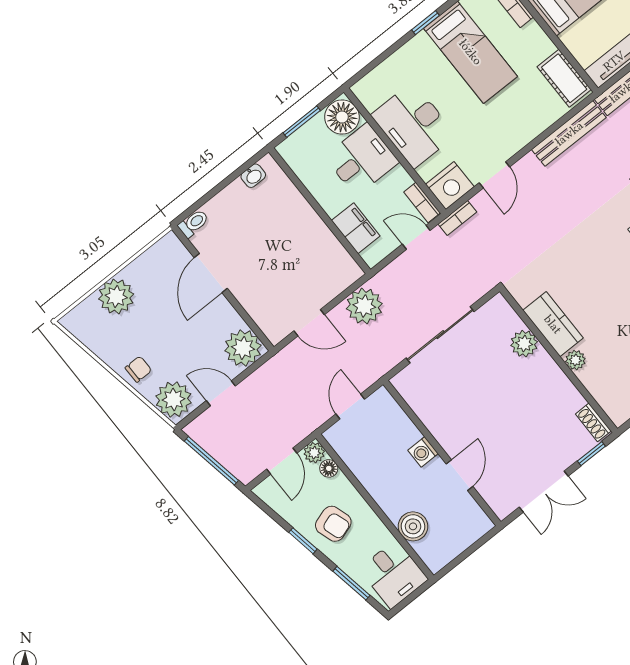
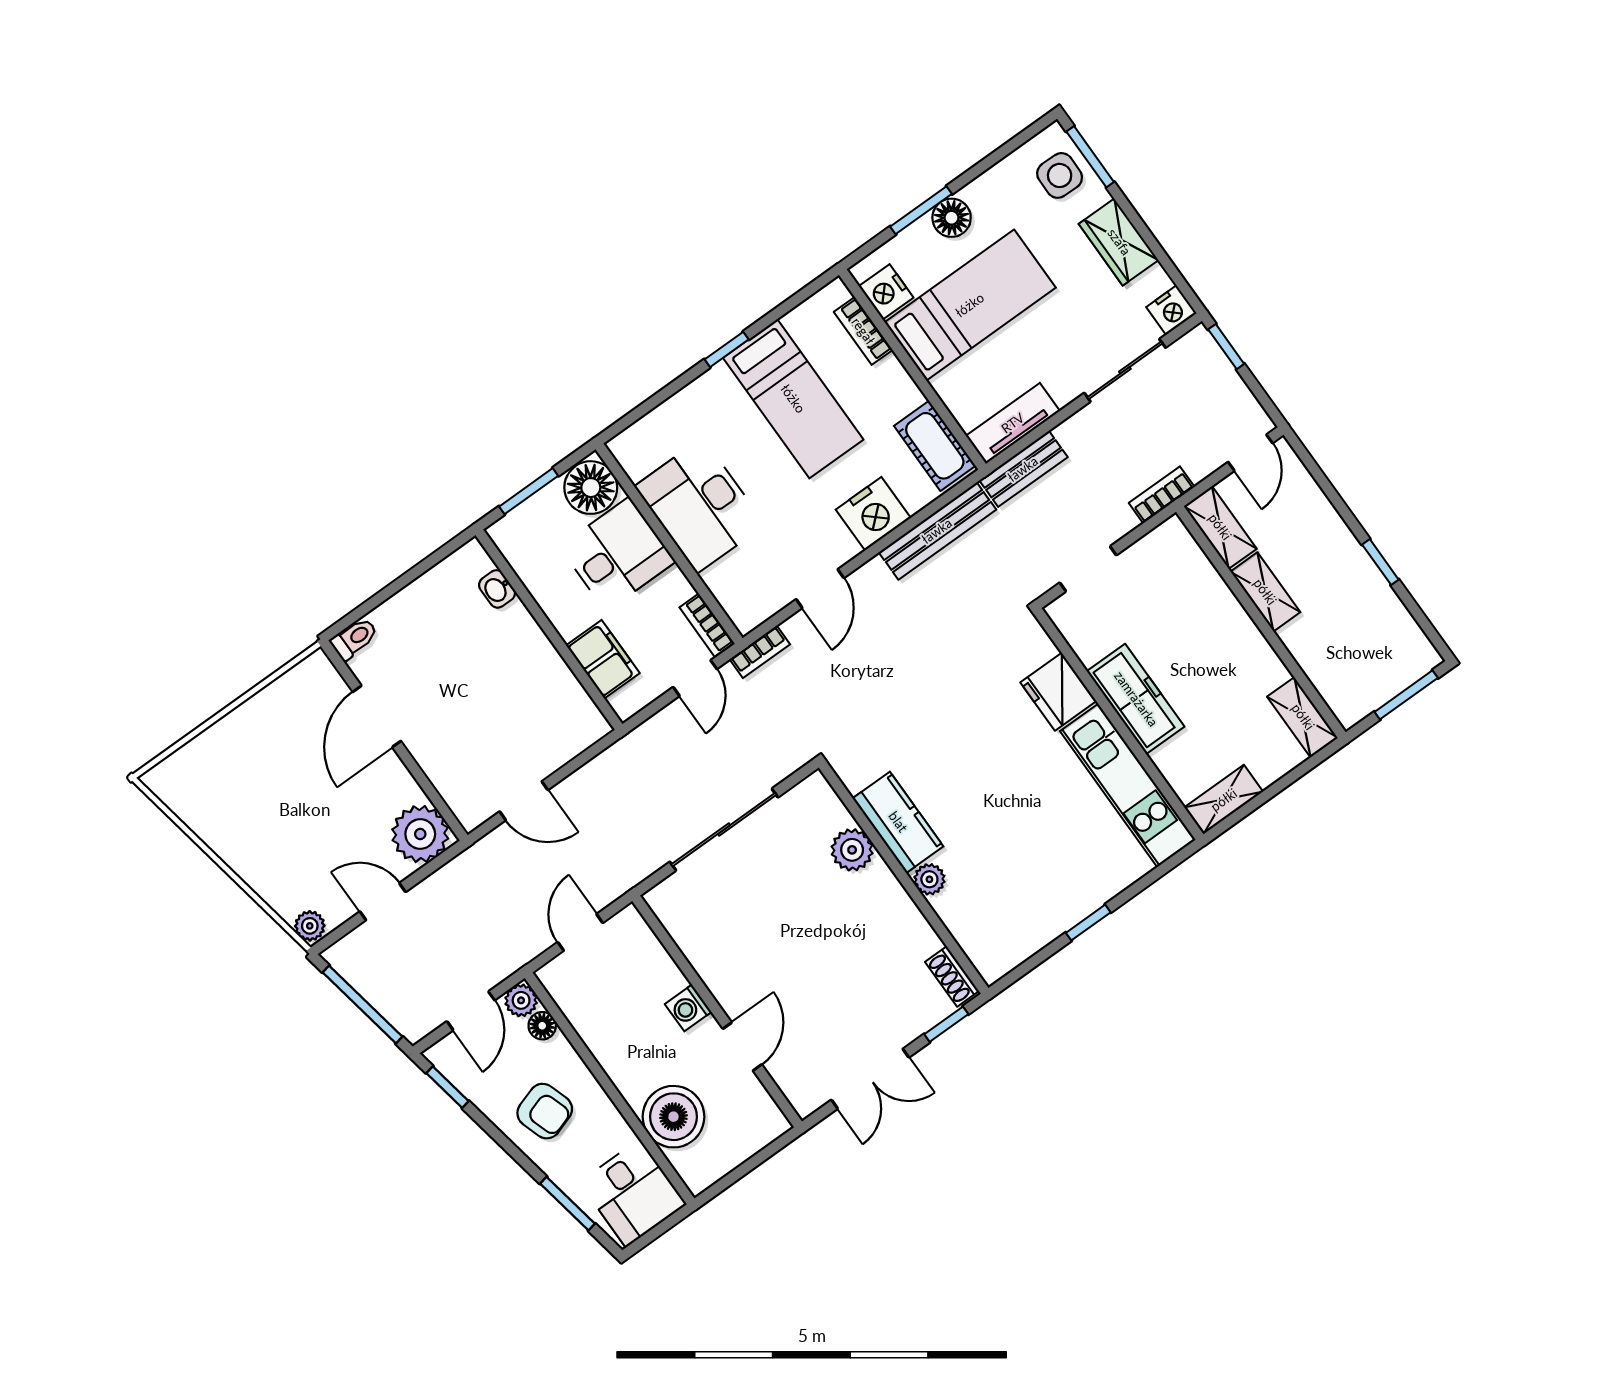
washbasin: (253, 176) -> (497, 589), moved, turned 90
nightstand: (450, 186) -> (873, 514), moved
door: (416, 237) -> (695, 678), swing flipped
plant: (116, 296) -> (230, 745), removed
plant: (364, 306) -> (610, 779), removed
chair: (138, 369) -> (258, 858), removed
plant: (174, 399) -> (310, 926), width x0.53, depth x0.53
boiler: (413, 526) -> (673, 1117), width x1.37, depth x1.37
window: (303, 541) -> (448, 1087), moved

